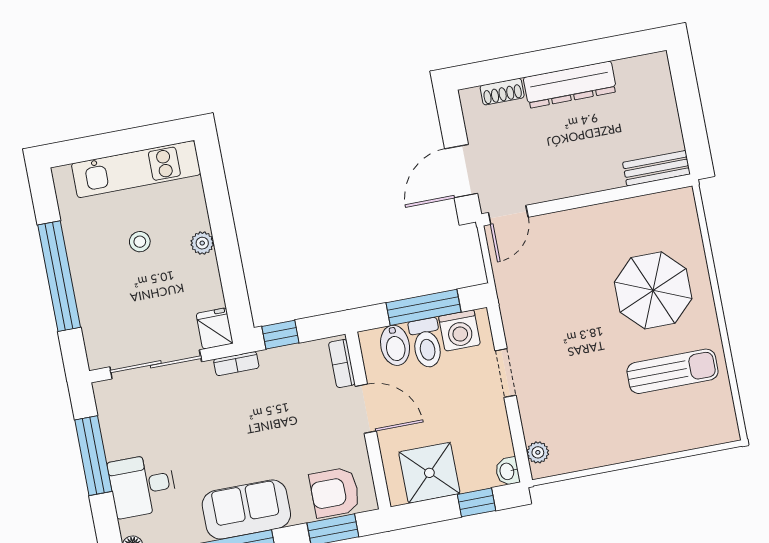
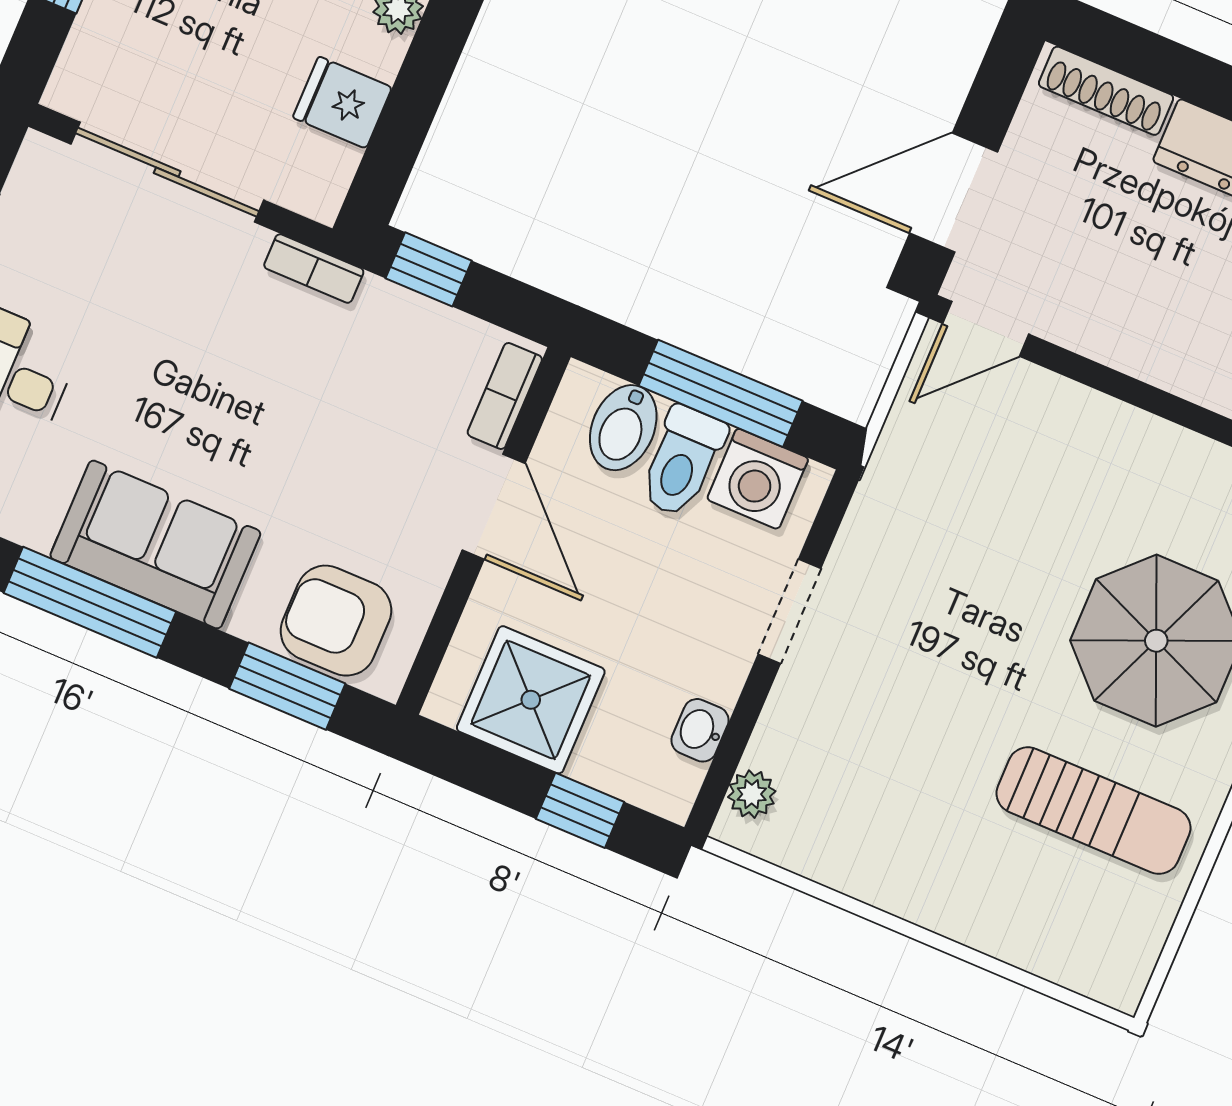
shoe rack: (502, 92) -> (1106, 91), width x1.43
fridge: (215, 328) -> (342, 102), moved, turned -90
washbasin: (508, 471) -> (700, 730), moved

